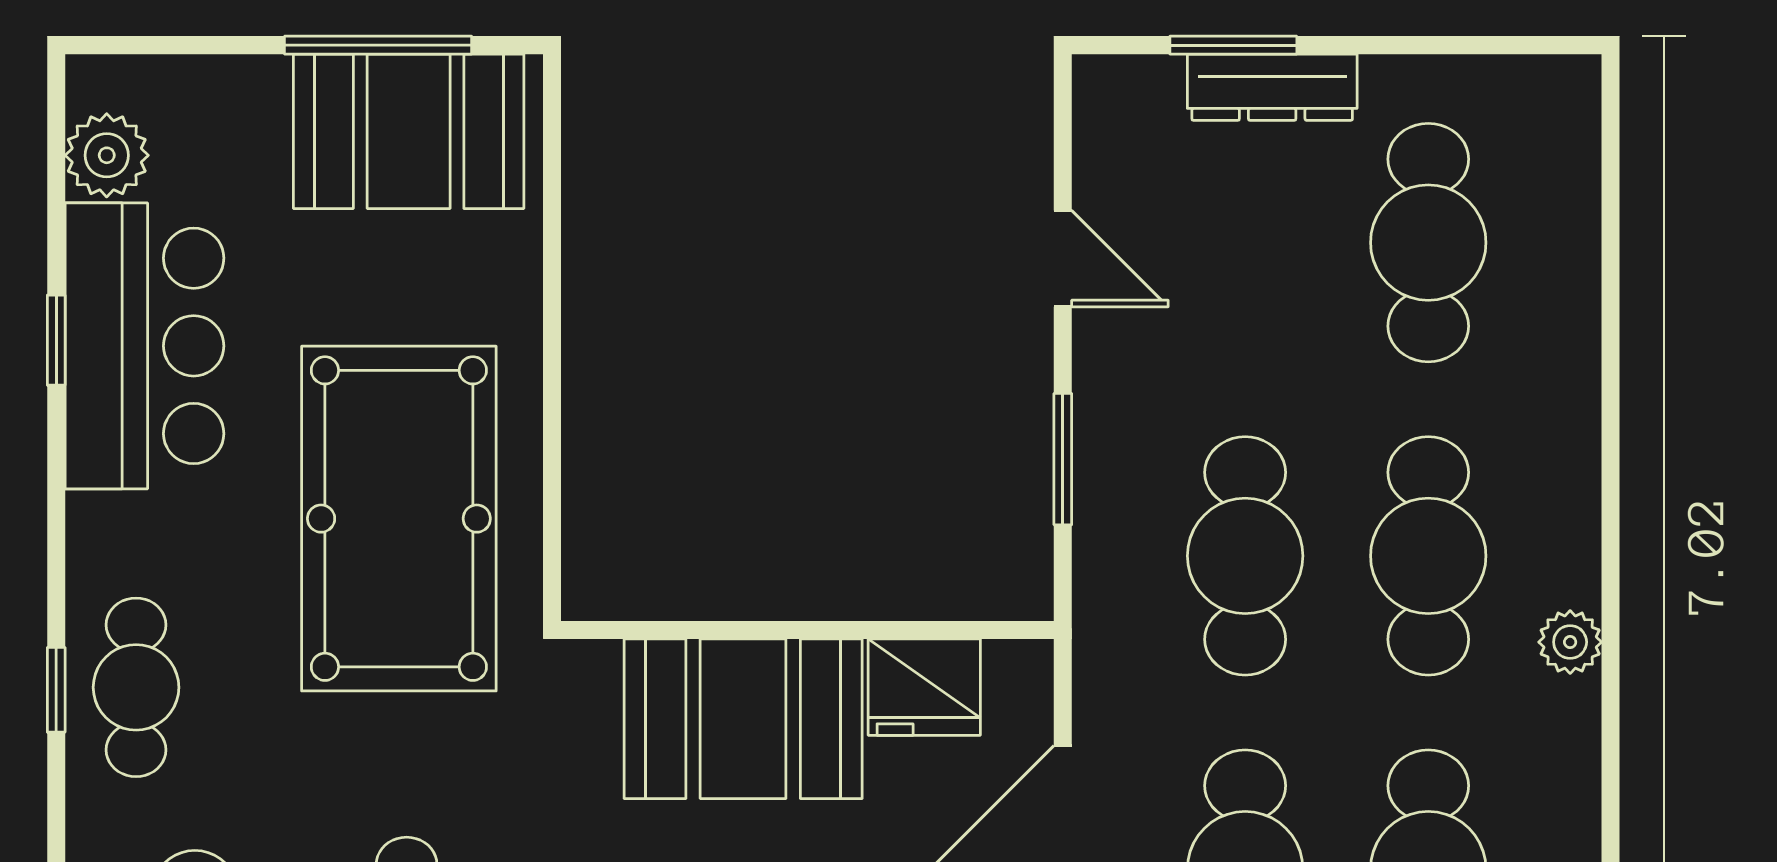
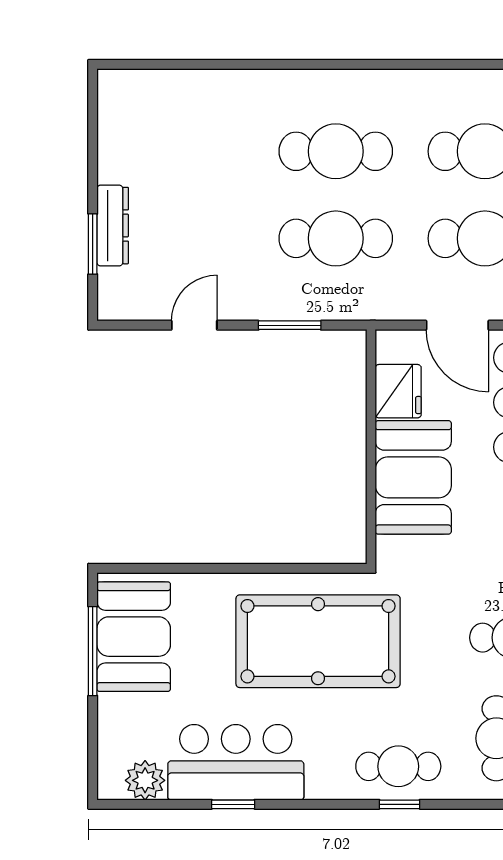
cafe table: (1428, 243) -> (187, 151), removed
plant: (1570, 642) -> (377, 84), removed

